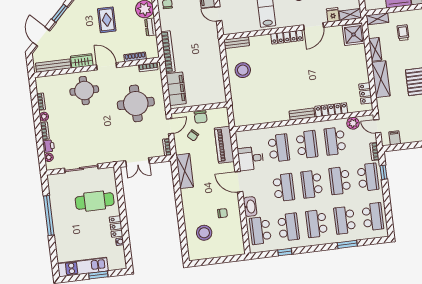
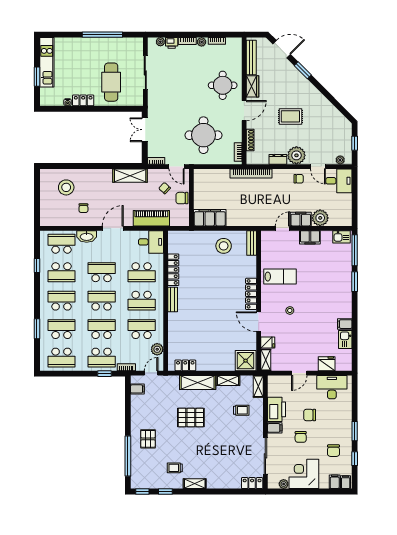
filing cabinet: (176, 89) -> (210, 218), moved, turned 180
locker: (331, 110) -> (173, 270), moved
desk: (251, 158) -> (151, 242), moved, turned 90
school desk: (284, 187) -> (102, 272), turned 180

